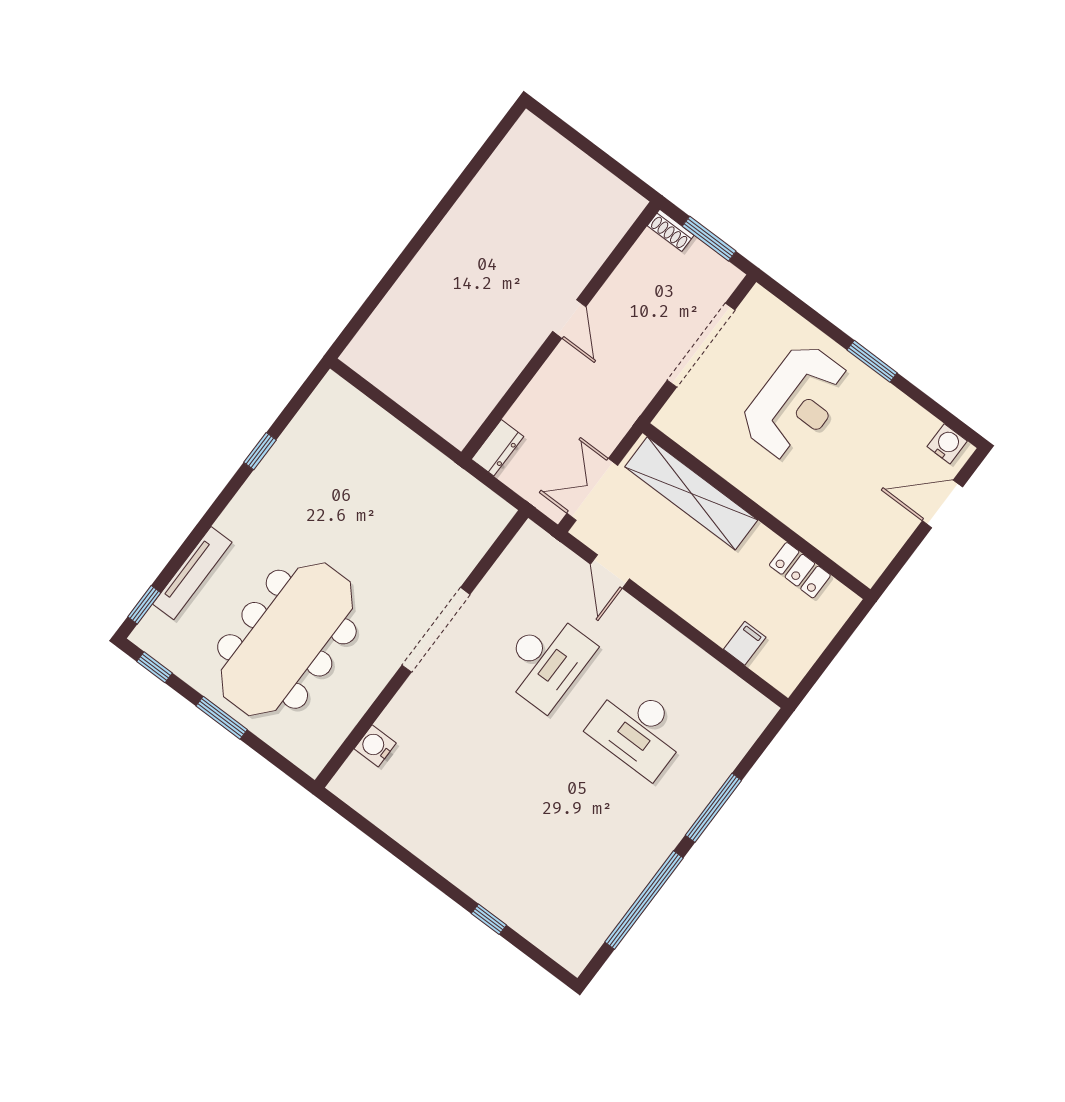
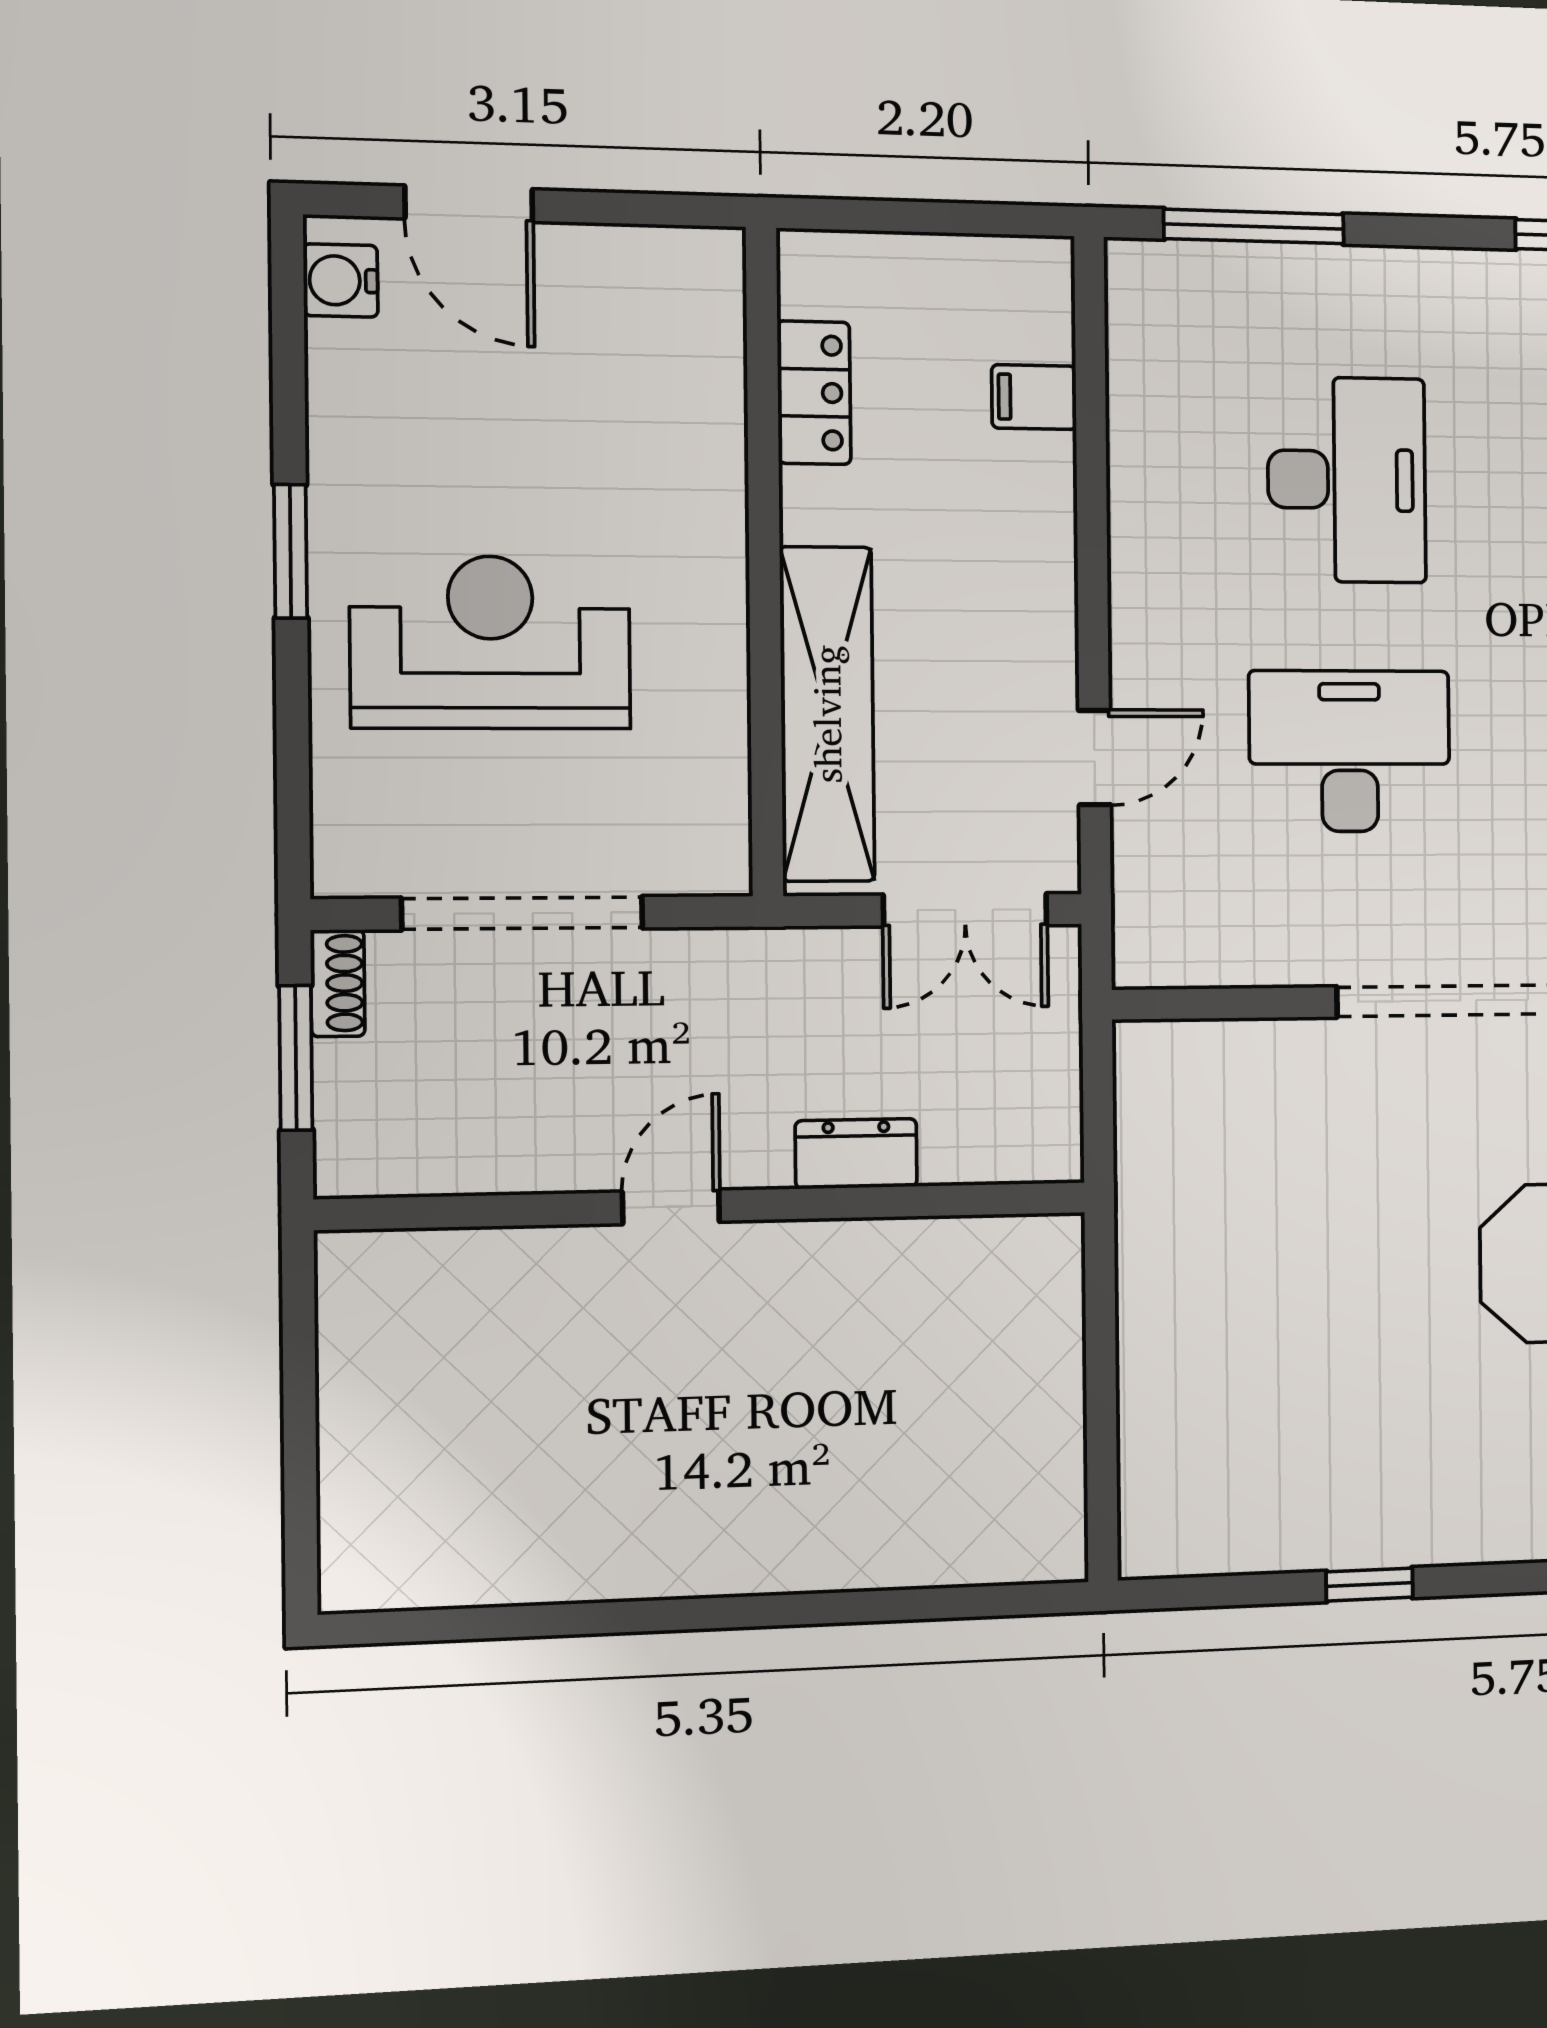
shoe rack: (671, 230) -> (338, 983), moved
dresser: (498, 448) -> (856, 1154), moved
window: (713, 808) -> (1254, 227), moved

